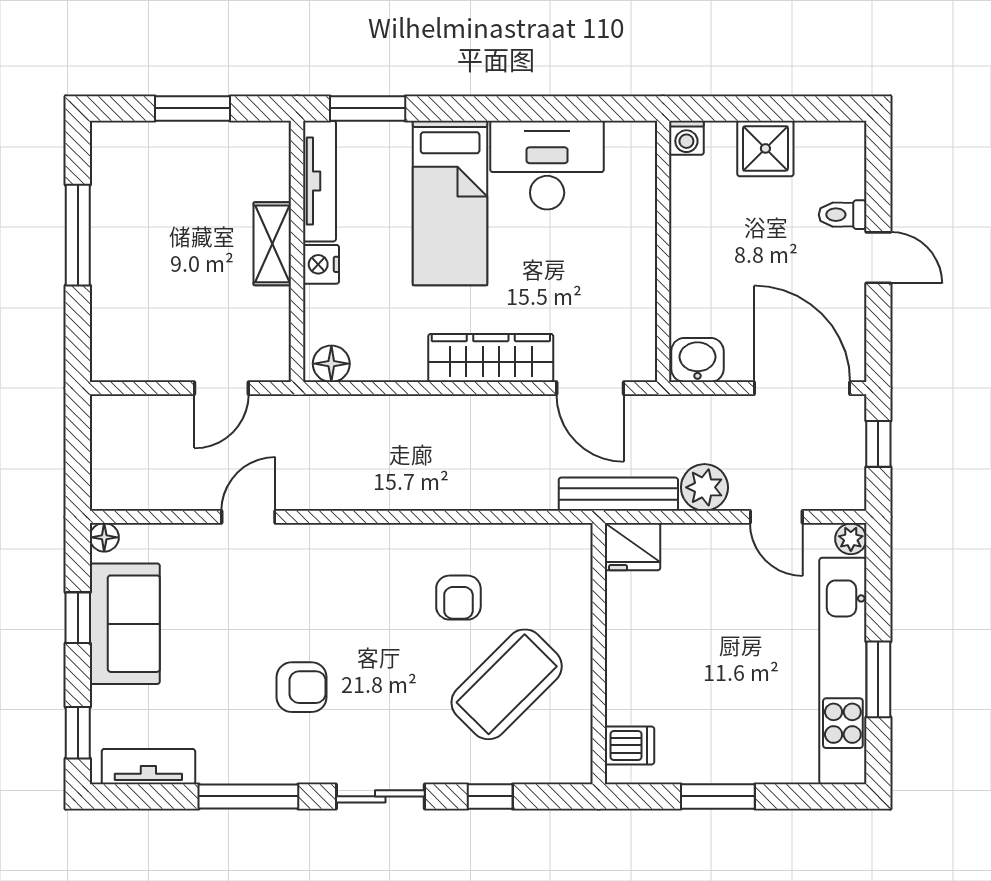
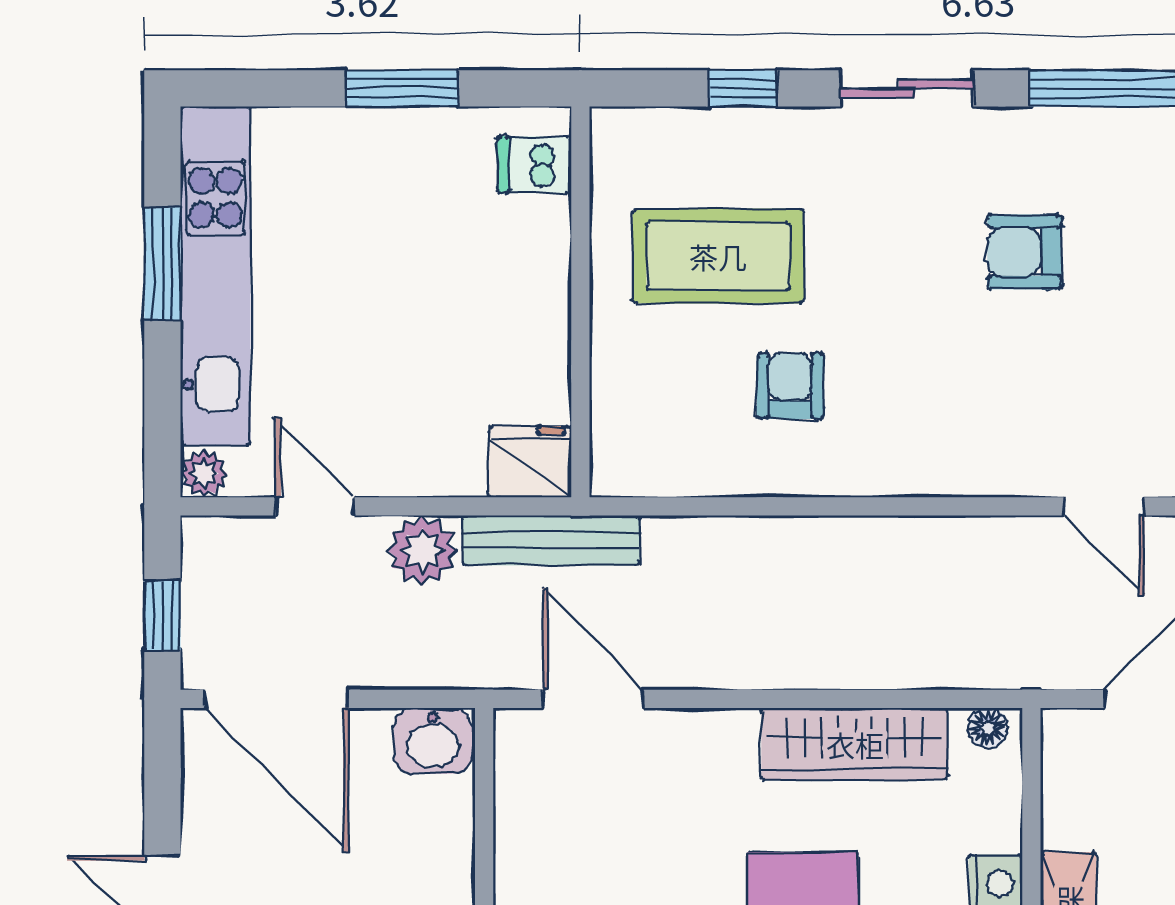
wardrobe: (491, 358) -> (855, 744), moved
floor lamp: (331, 364) -> (988, 728), width x0.73, depth x0.73
door: (248, 517) -> (1104, 506), hinge flipped
coffee table: (507, 684) -> (718, 256), turned 45

